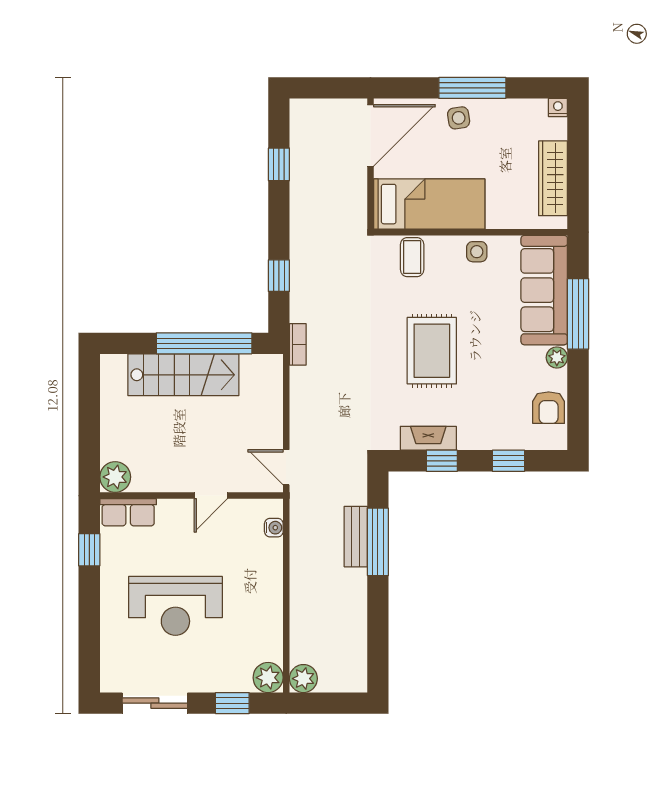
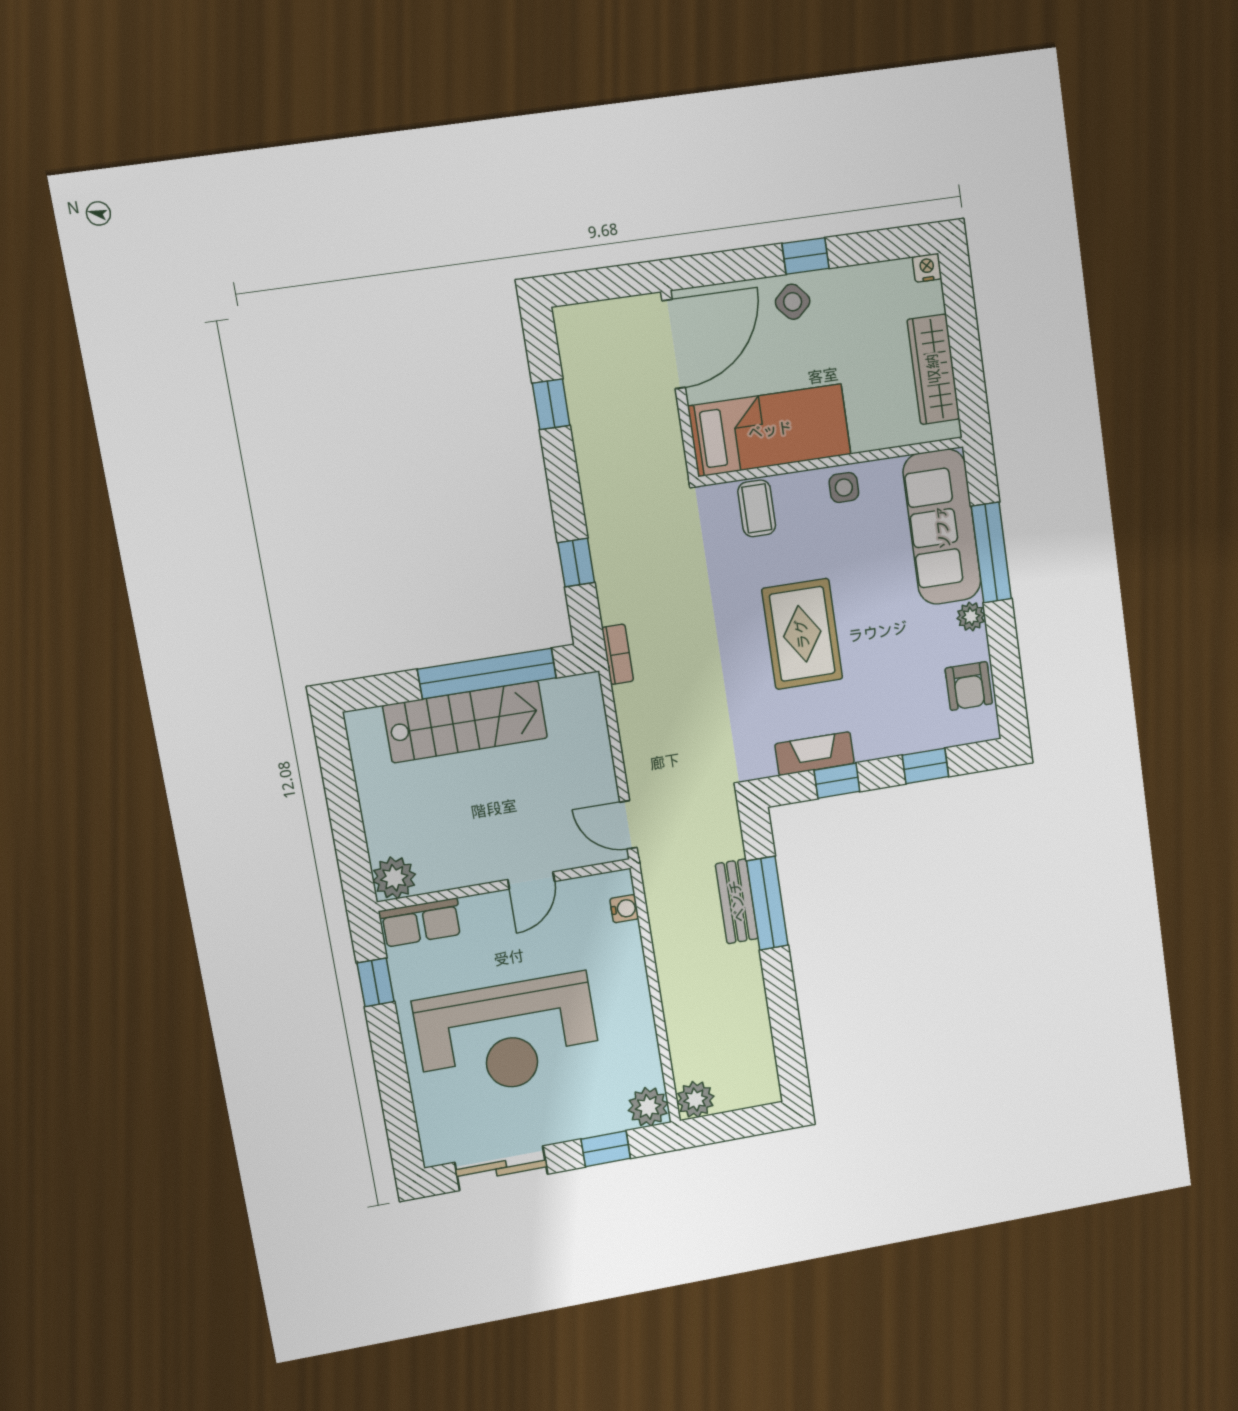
window: (472, 88) -> (806, 256), width x0.46
side table: (459, 118) -> (793, 302), turned -34
reception desk: (175, 606) -> (508, 1036), width x1.36, depth x1.30

